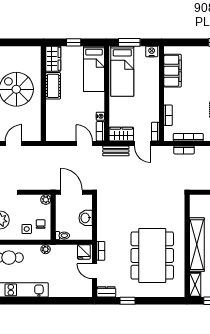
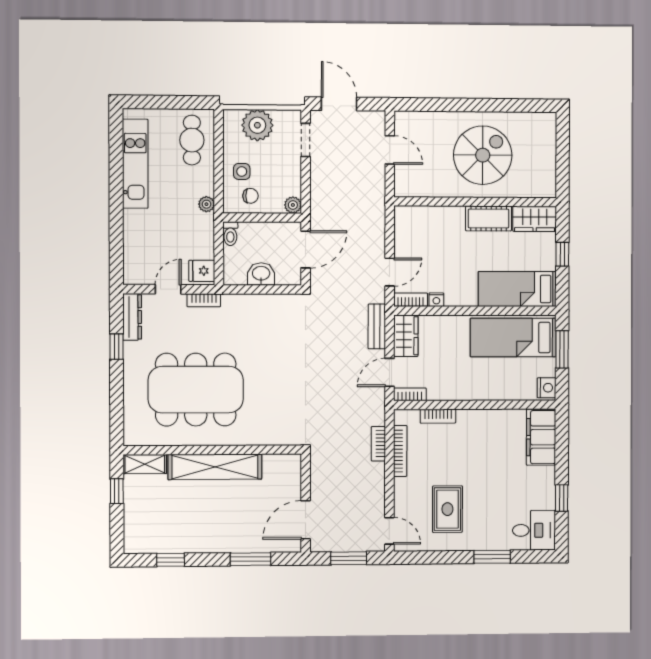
filing cabinet: (173, 71) -> (541, 437), moved, turned 90
dresser: (106, 292) -> (132, 317), width x1.44

